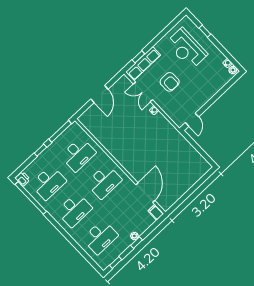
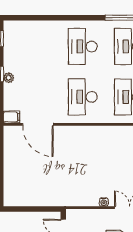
desk: (100, 237) -> (37, 46), removed

